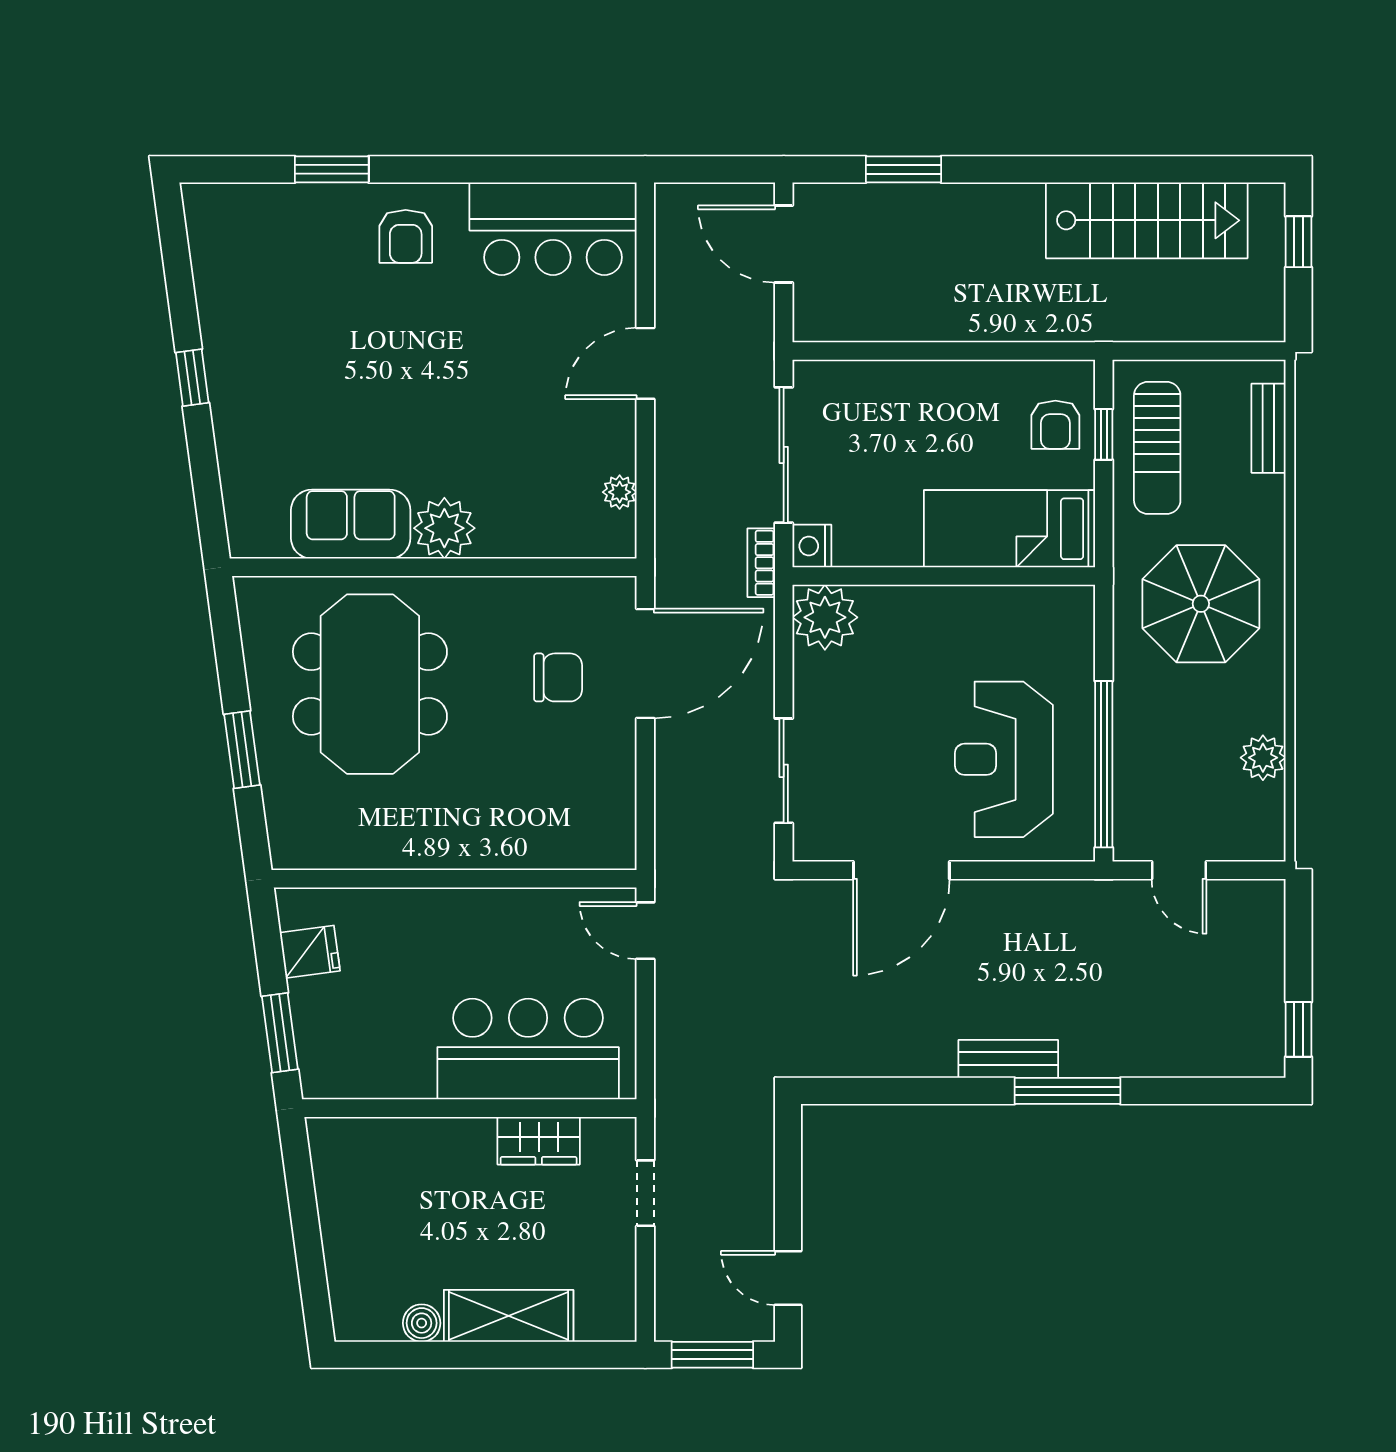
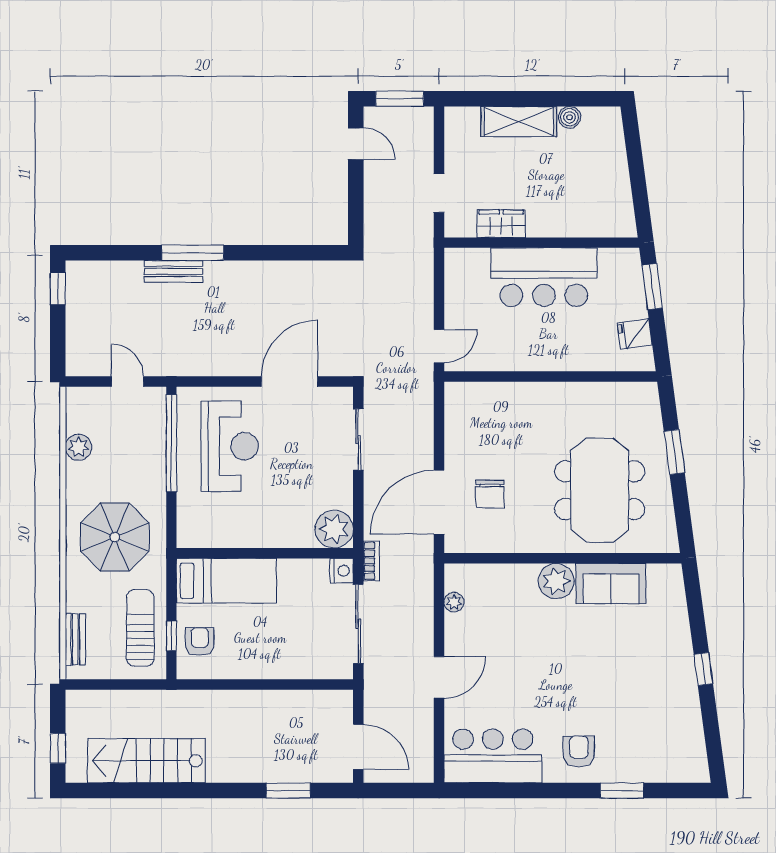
chair: (558, 677) -> (490, 494), turned -90
door: (645, 931) -> (439, 346), hinge flipped
bar counter: (528, 1049) -> (544, 277), moved
bench: (1008, 1059) -> (174, 271), moved

